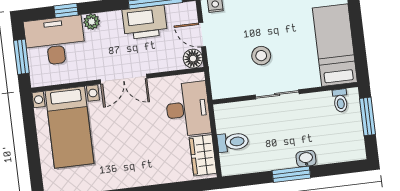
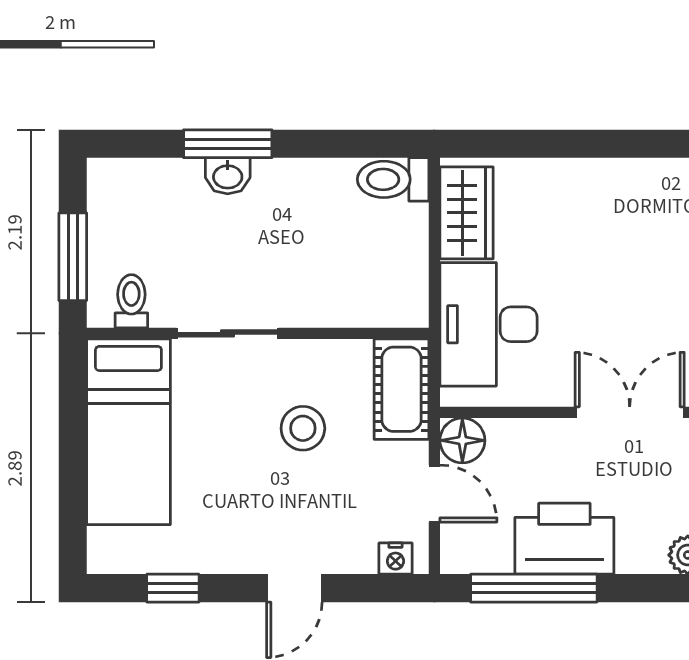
cot: (221, 77) -> (401, 389), added
sliding door: (277, 94) -> (228, 333), moved
toilet: (233, 142) -> (393, 179), moved
window: (291, 174) -> (228, 144), moved

